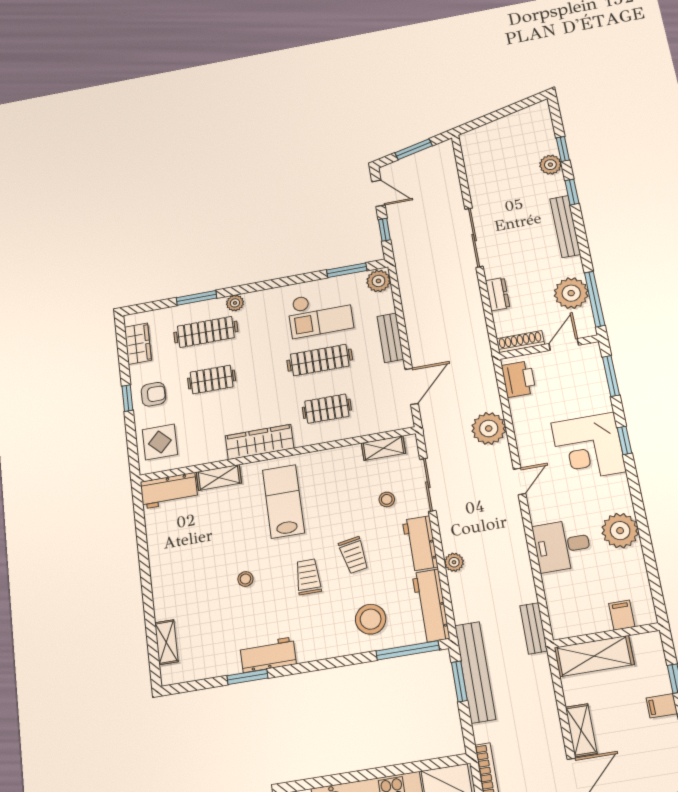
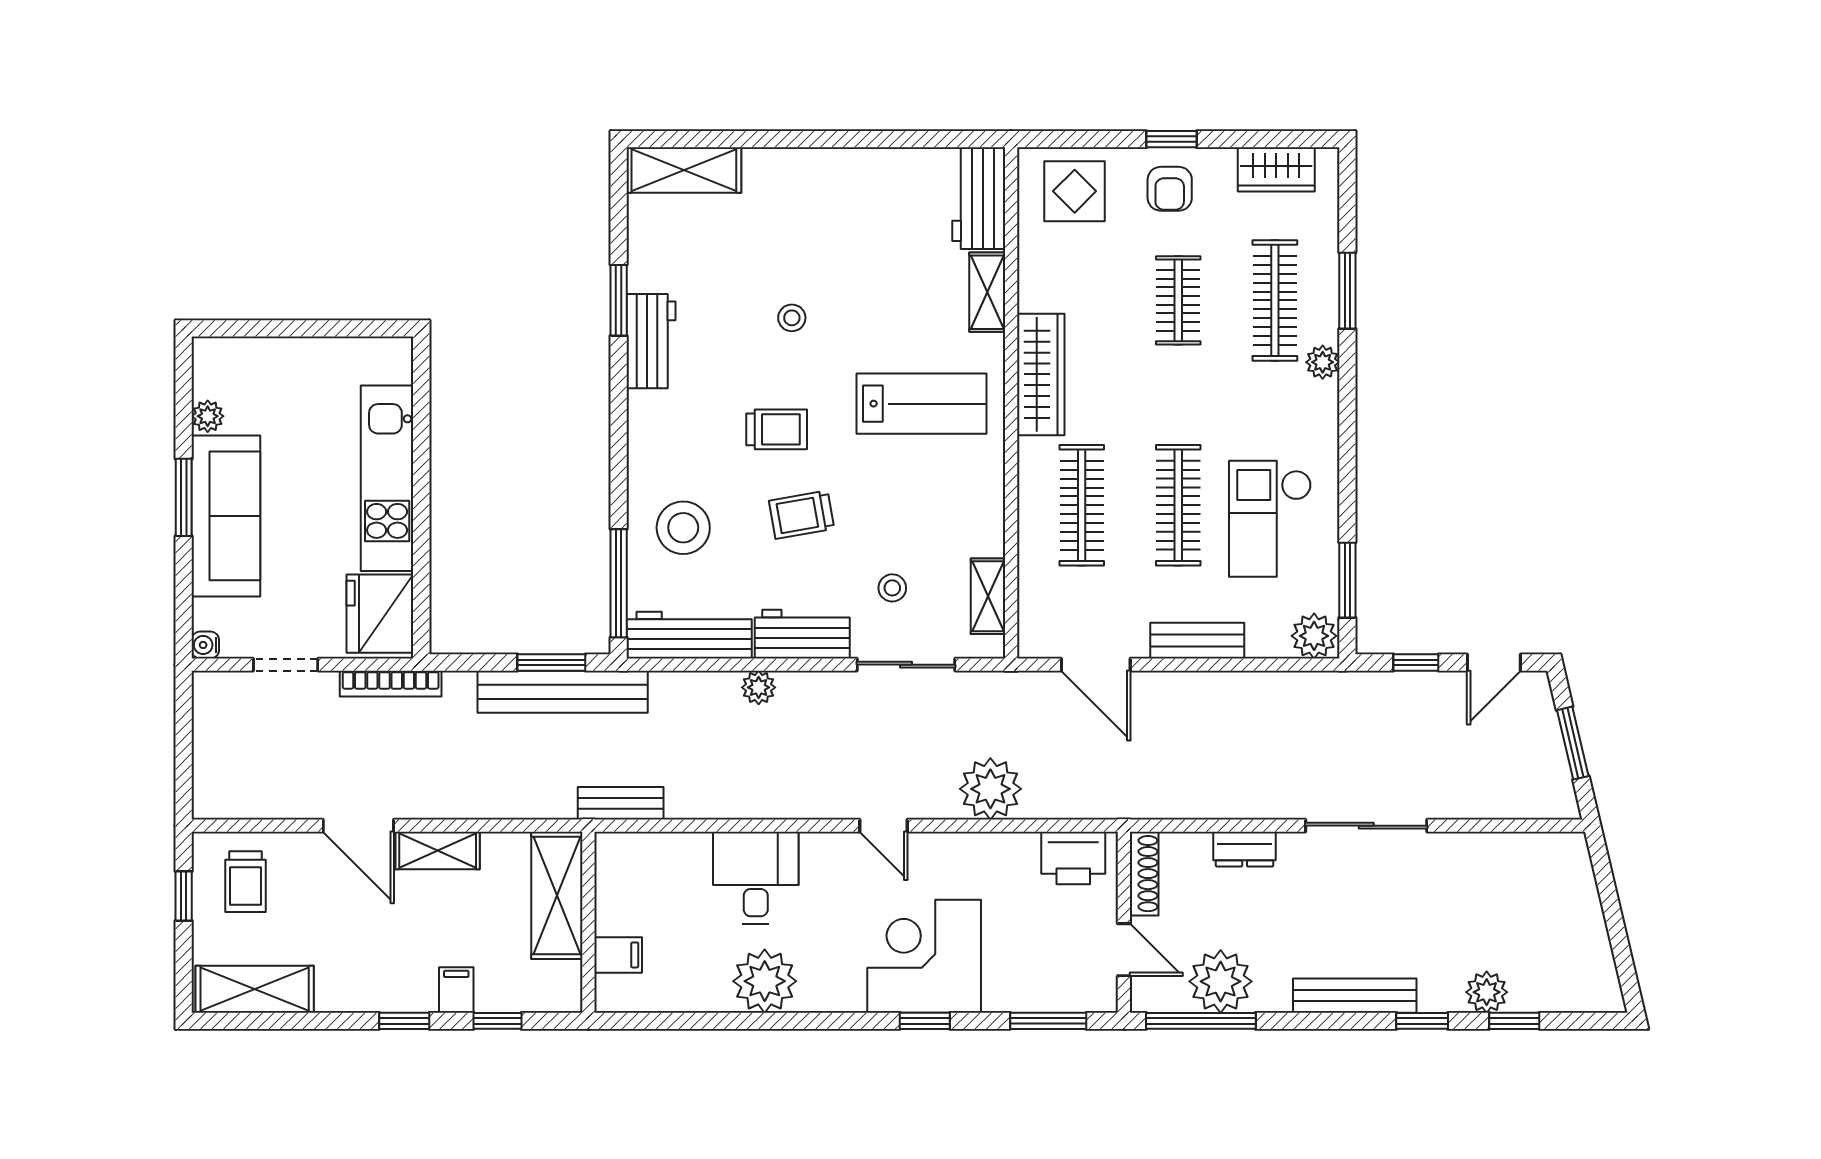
clothes rail: (327, 409) -> (1082, 505), width x1.36
shelving: (166, 642) -> (684, 170), width x1.50, depth x1.33

